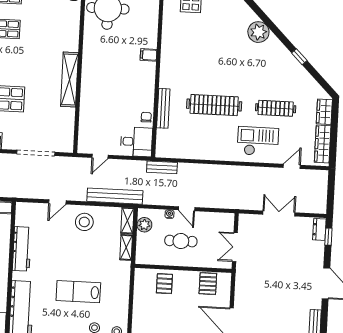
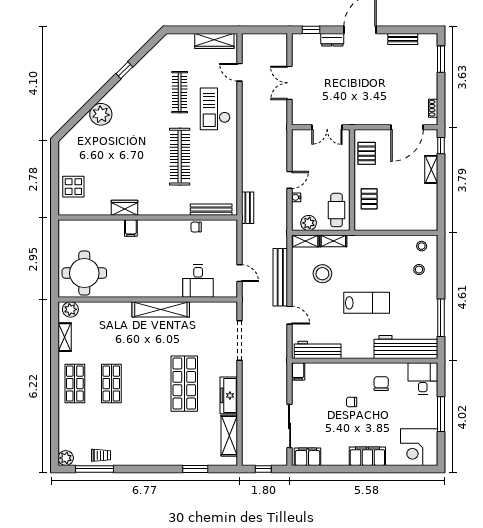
bench: (163, 108) -> (211, 210), moved
wardrobe: (324, 112) -> (124, 208), moved, turned 180
desk: (136, 142) -> (198, 281), moved, turned 180
bench: (115, 196) -> (280, 277), moved
stool: (84, 222) -> (322, 274), moved
dresser: (319, 229) -> (332, 40), moved
cafe table: (181, 241) -> (336, 210), moved
workbench: (22, 249) -> (318, 350), moved
pallet: (164, 284) -> (369, 199), turned 90
pallet: (208, 284) -> (367, 153), turned 90
lab bench: (78, 292) -> (367, 303), moved, turned -90

